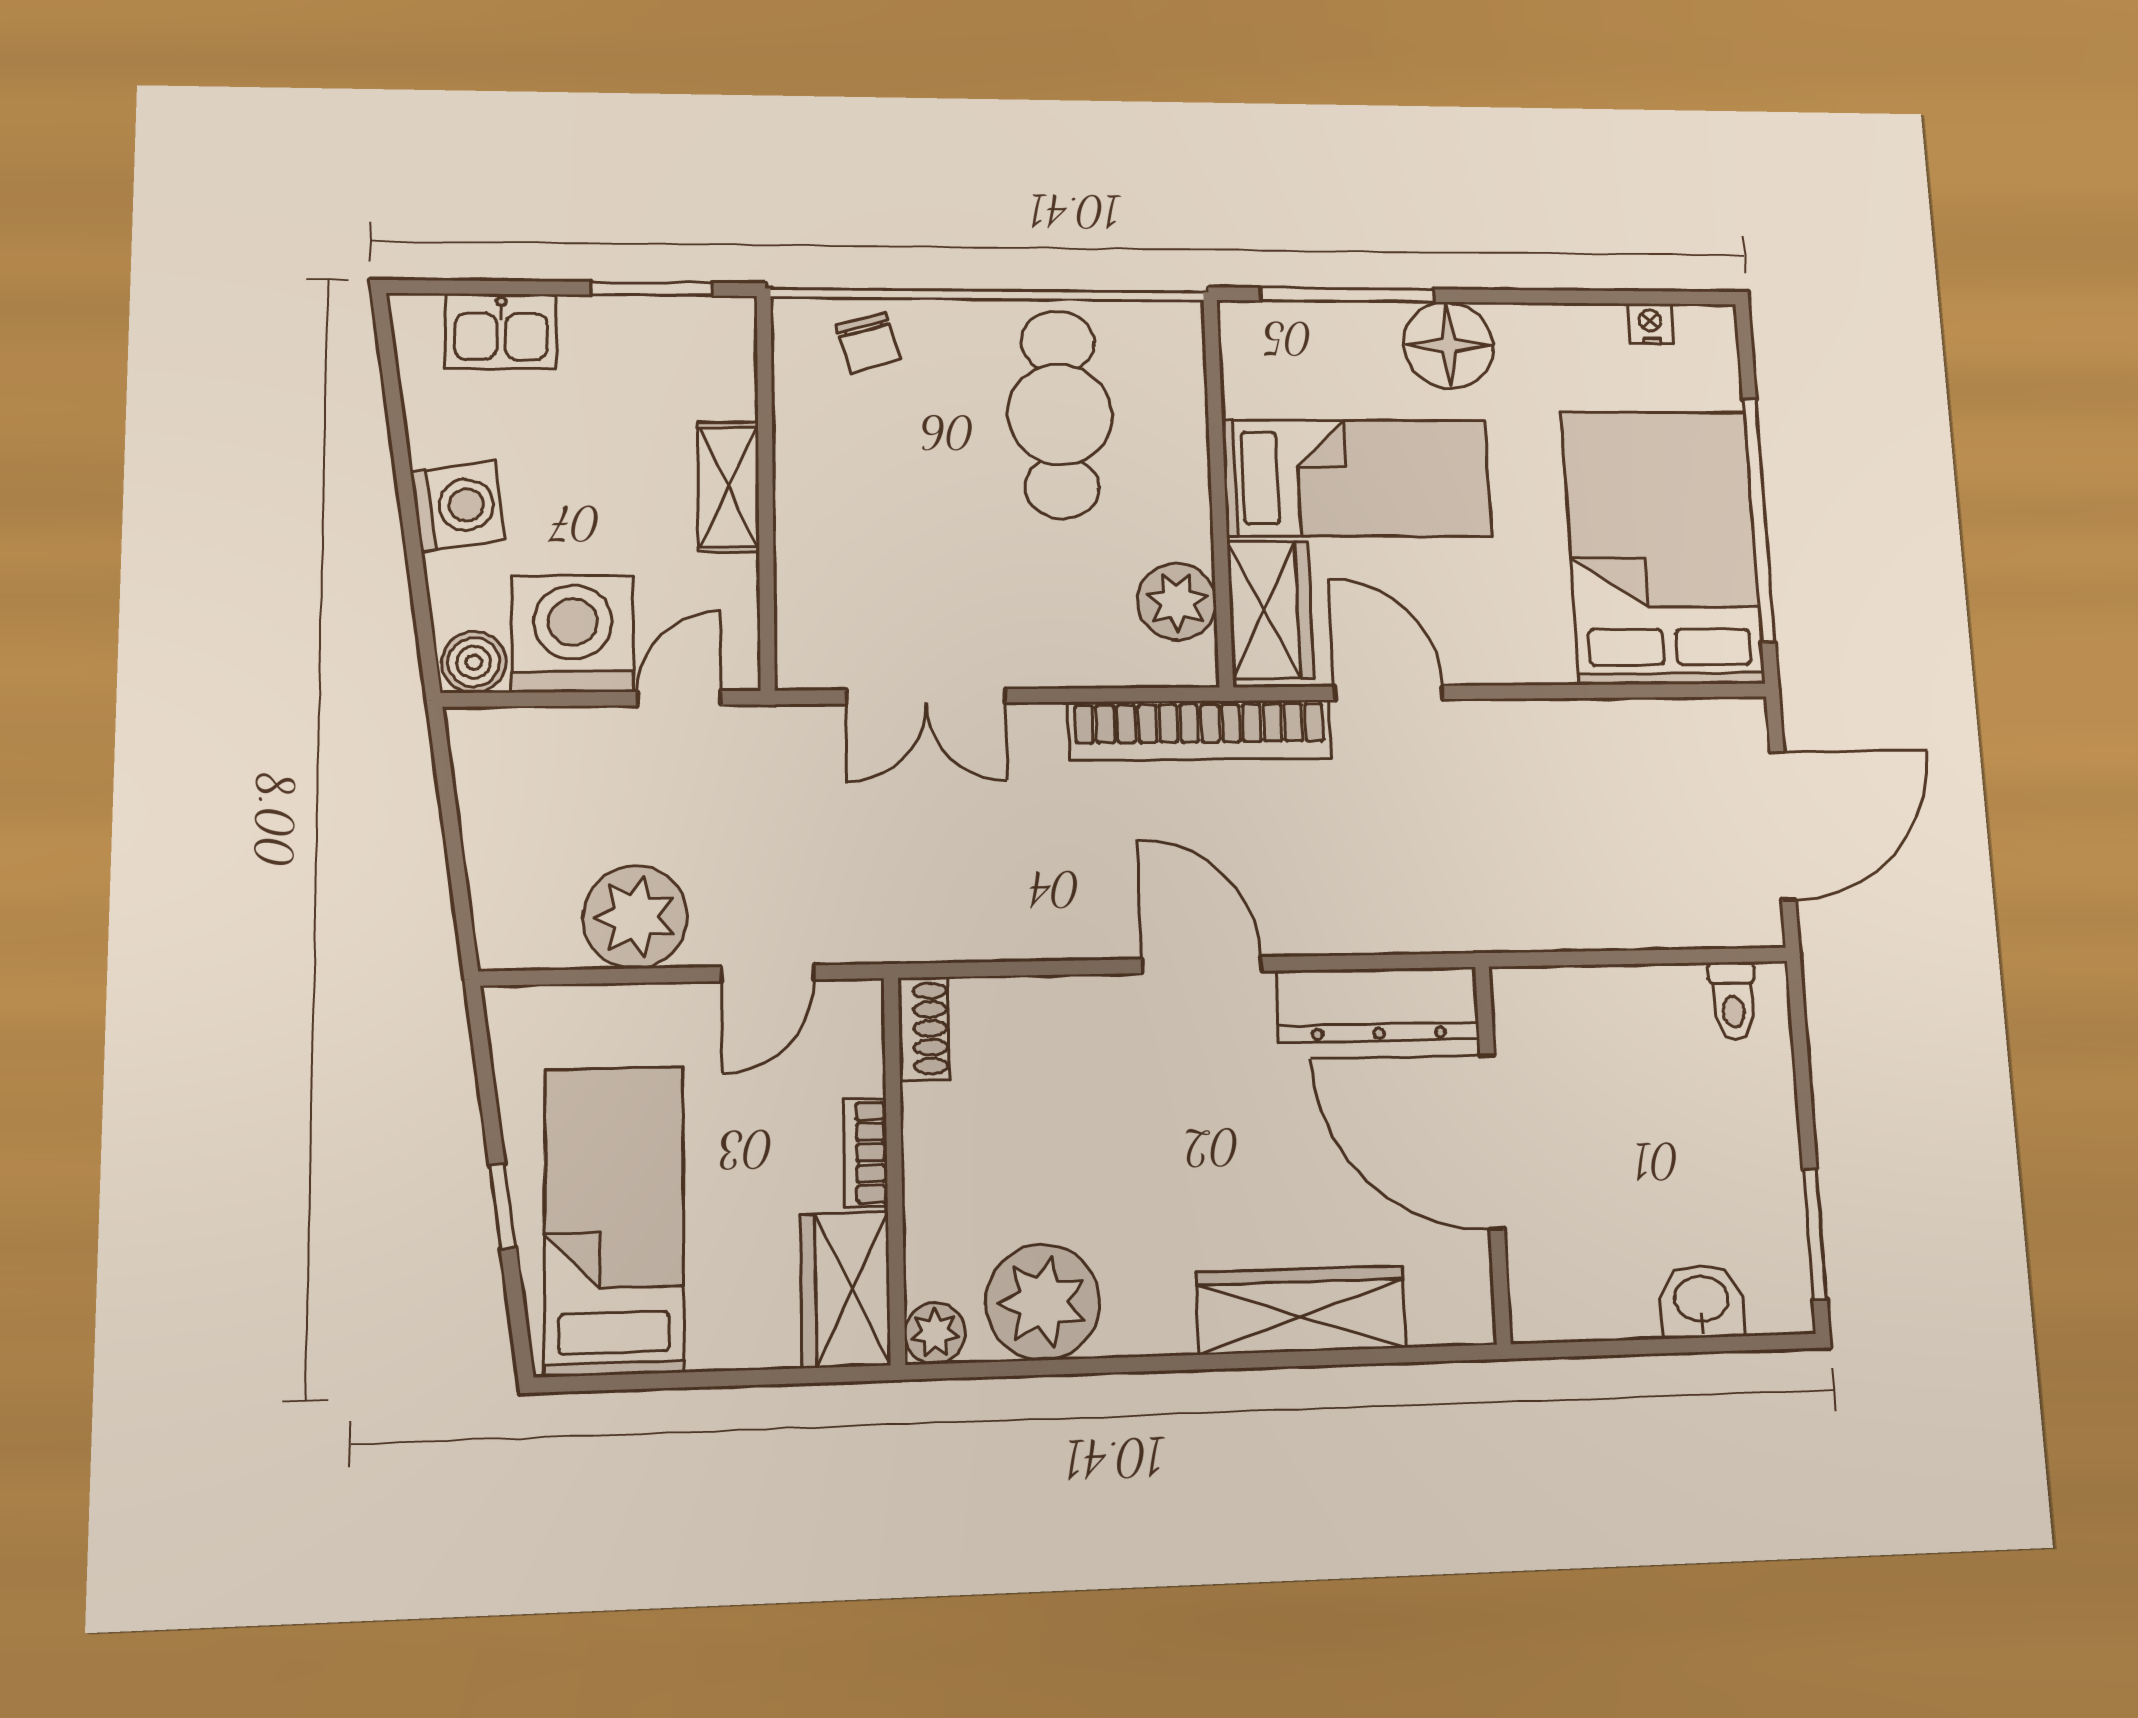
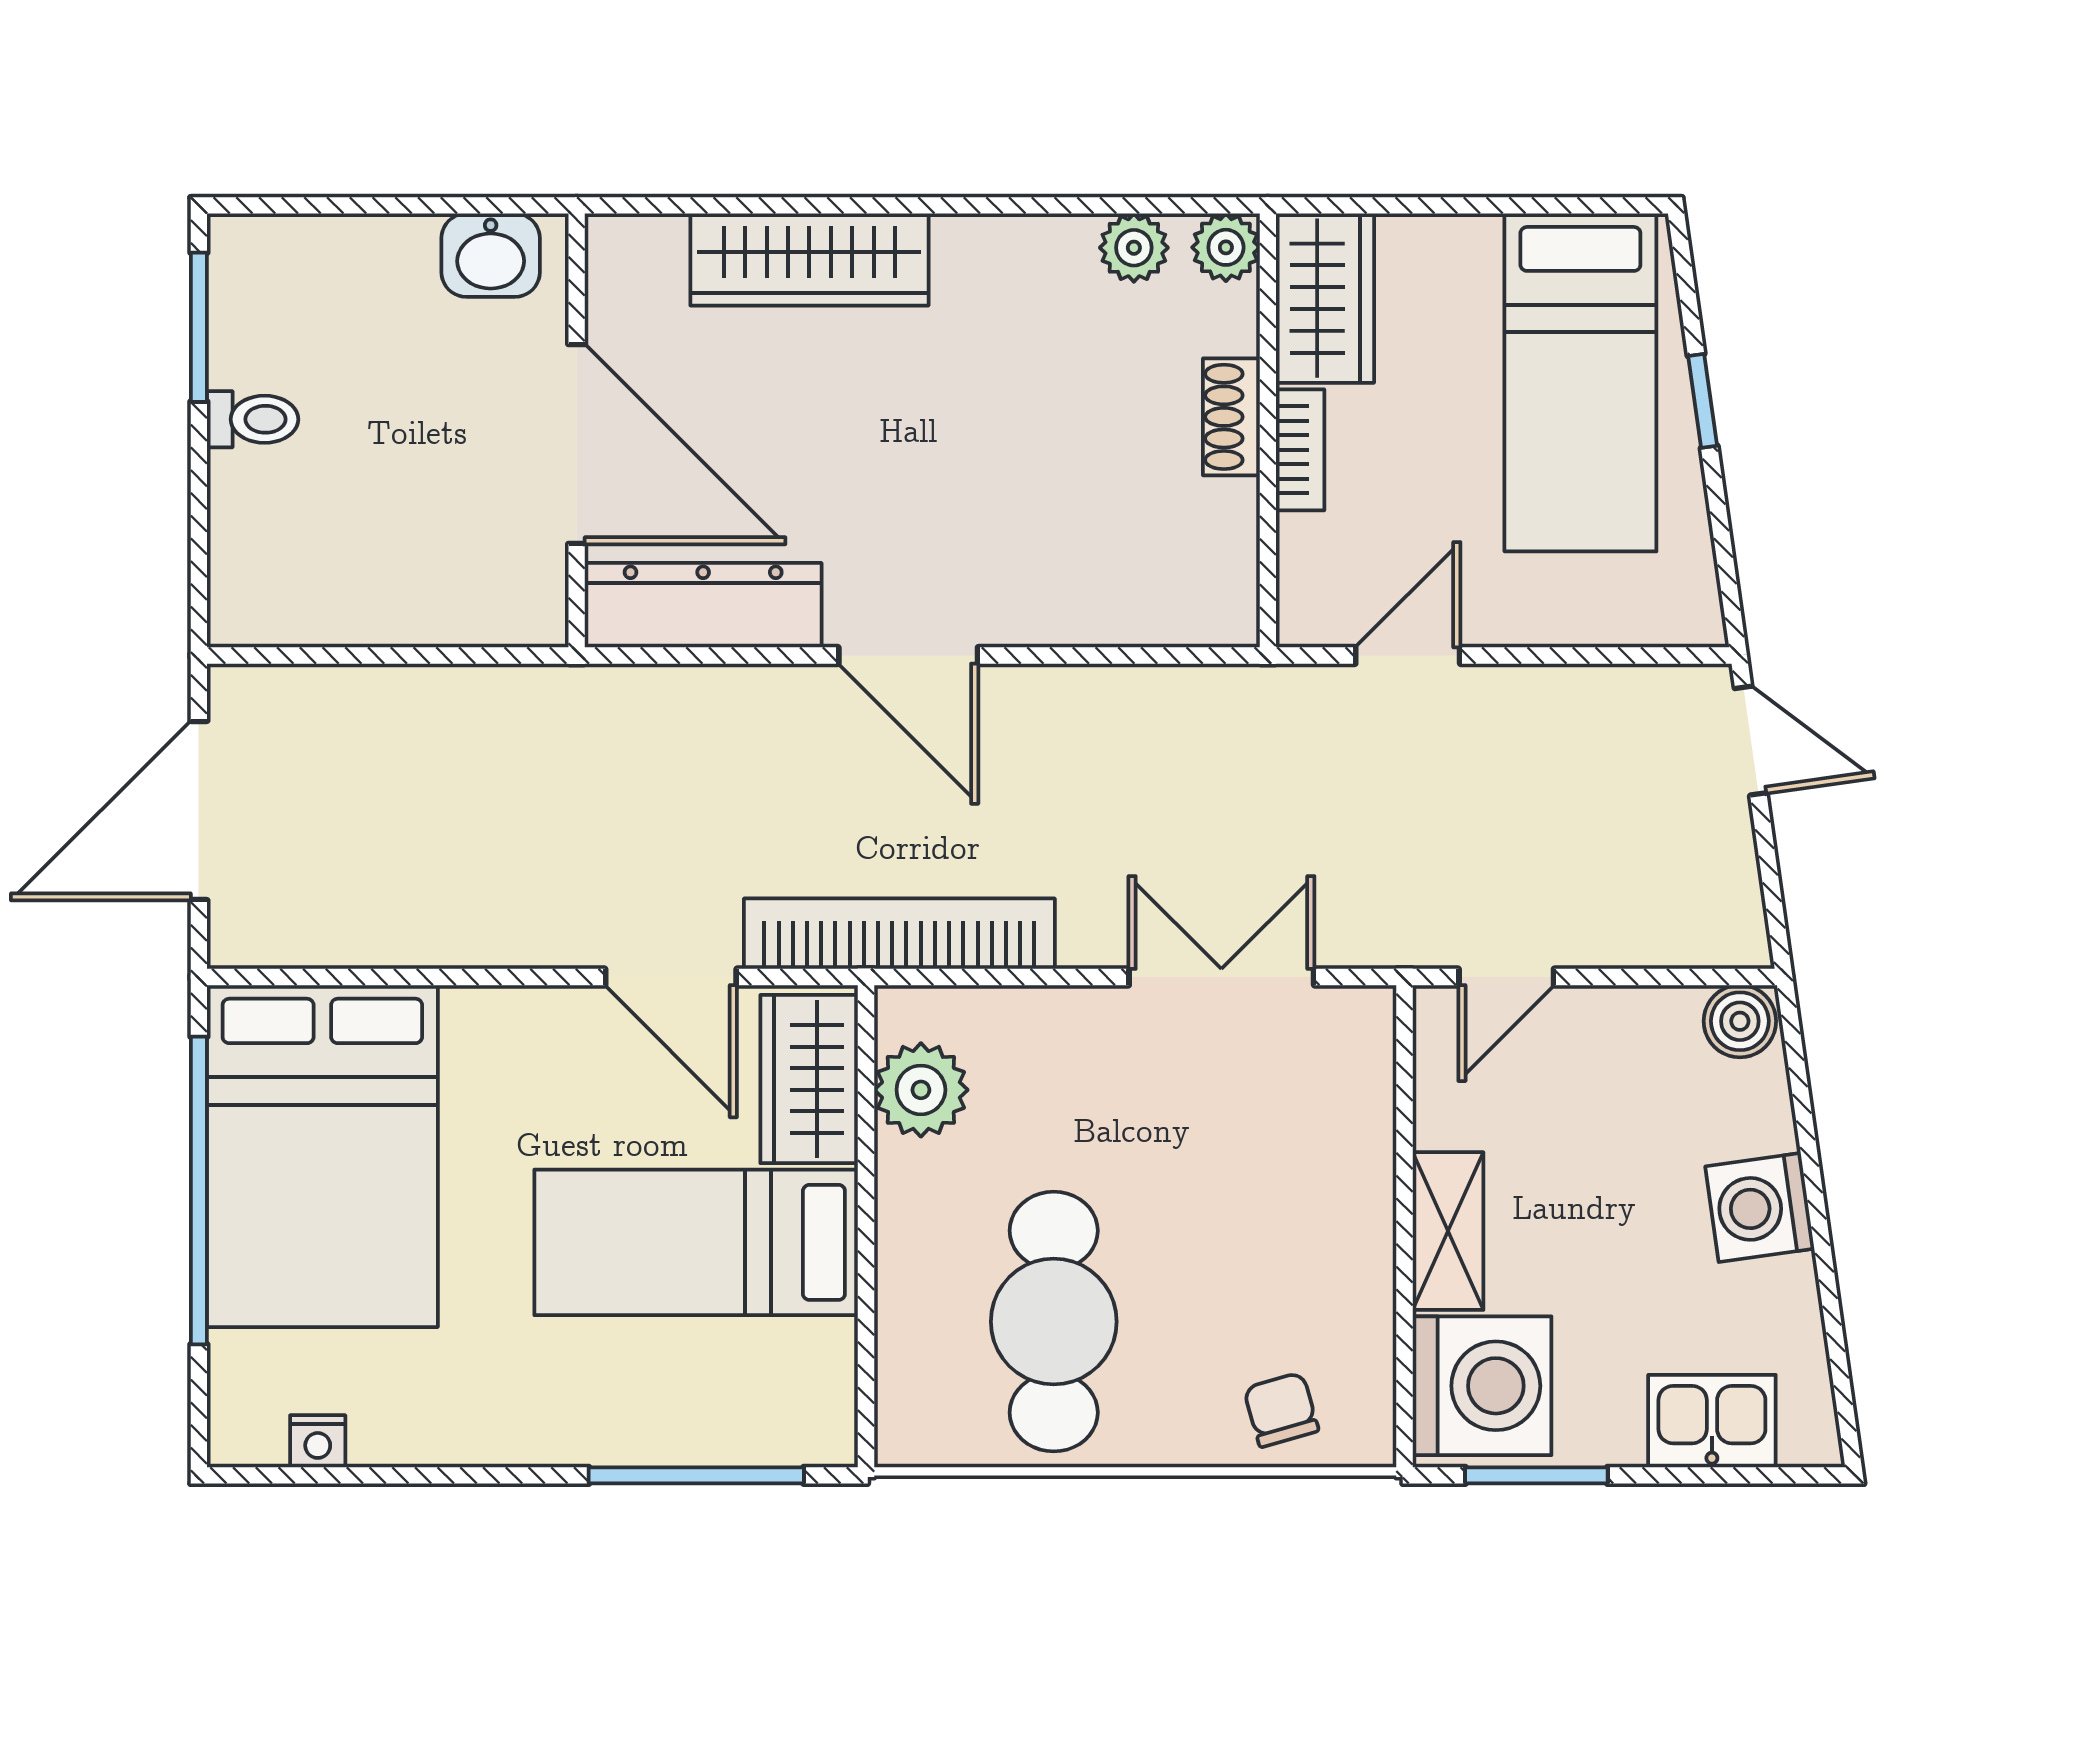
floor lamp: (1448, 345) -> (574, 1412), removed
washing machine: (573, 634) -> (1482, 1386), moved, turned -90
door: (462, 904) -> (1751, 741), added
plant: (635, 917) -> (1557, 723), removed
toilet: (1733, 1001) -> (253, 419), moved, turned 90
shoe rack: (924, 1028) -> (1231, 417), moved
washbasin: (1701, 1301) -> (491, 255), moved
plant: (1043, 1302) -> (1134, 248), width x0.53, depth x0.53

